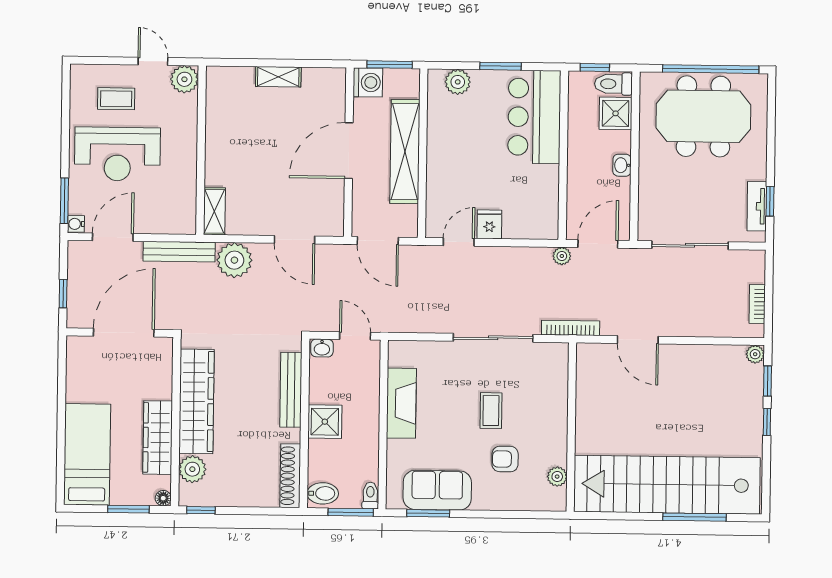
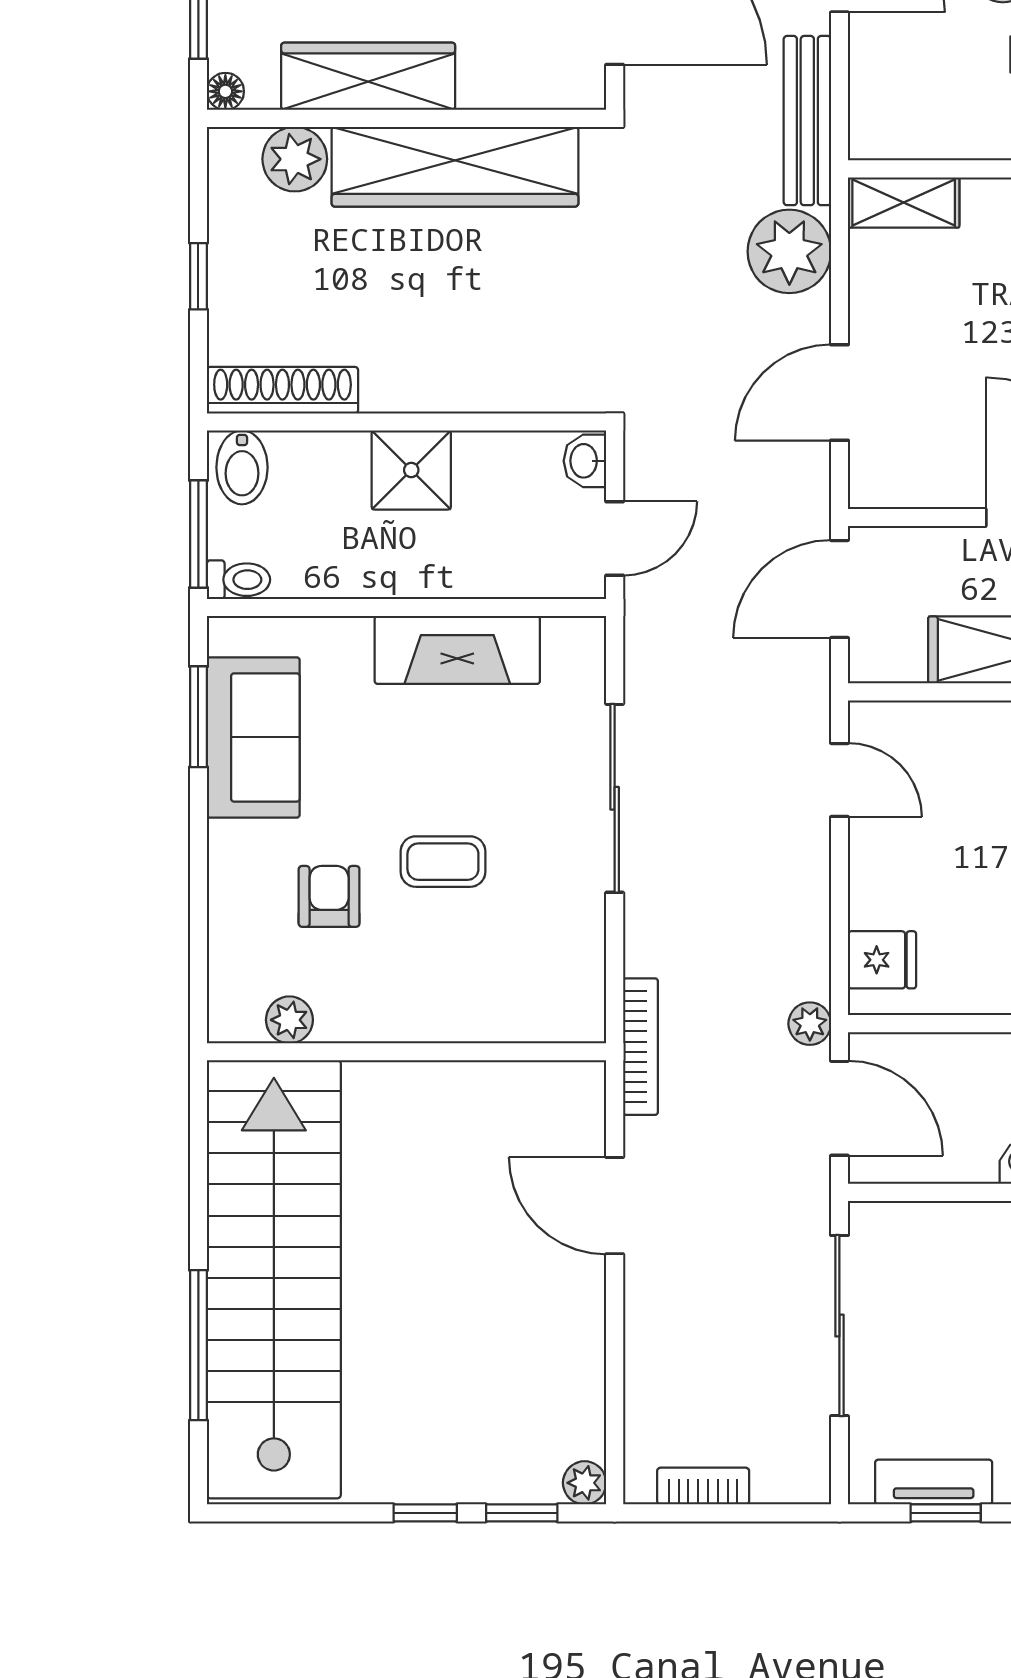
fridge: (489, 224) -> (882, 960), moved
sliding door: (493, 338) -> (615, 798), moved
door: (638, 340) -> (615, 1206), hinge flipped
bench: (291, 390) -> (485, 389), removed
window: (201, 510) -> (198, 276), moved

